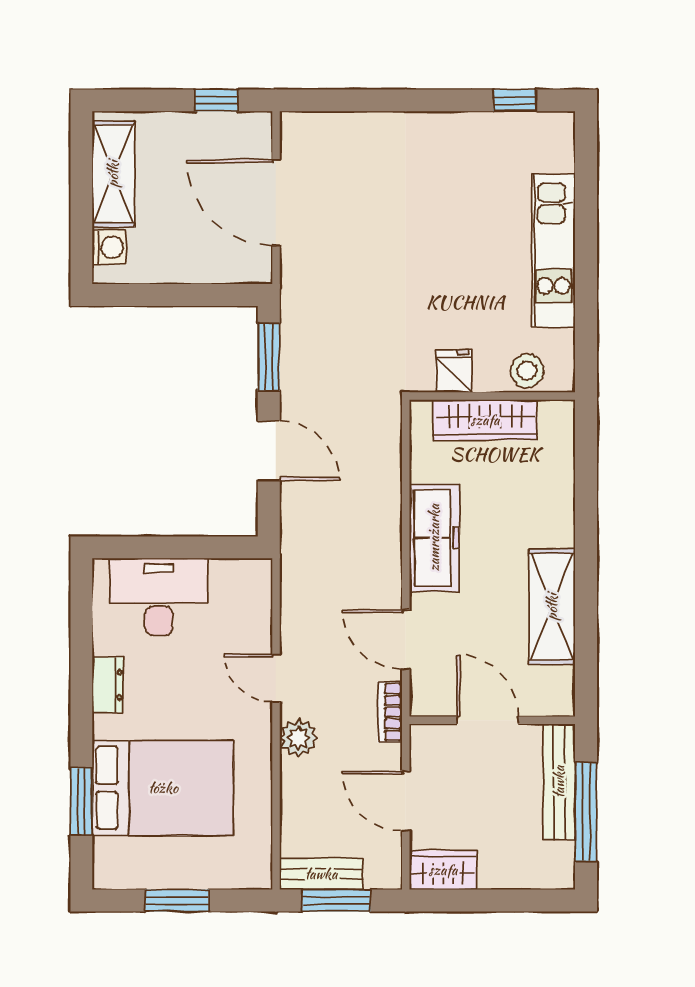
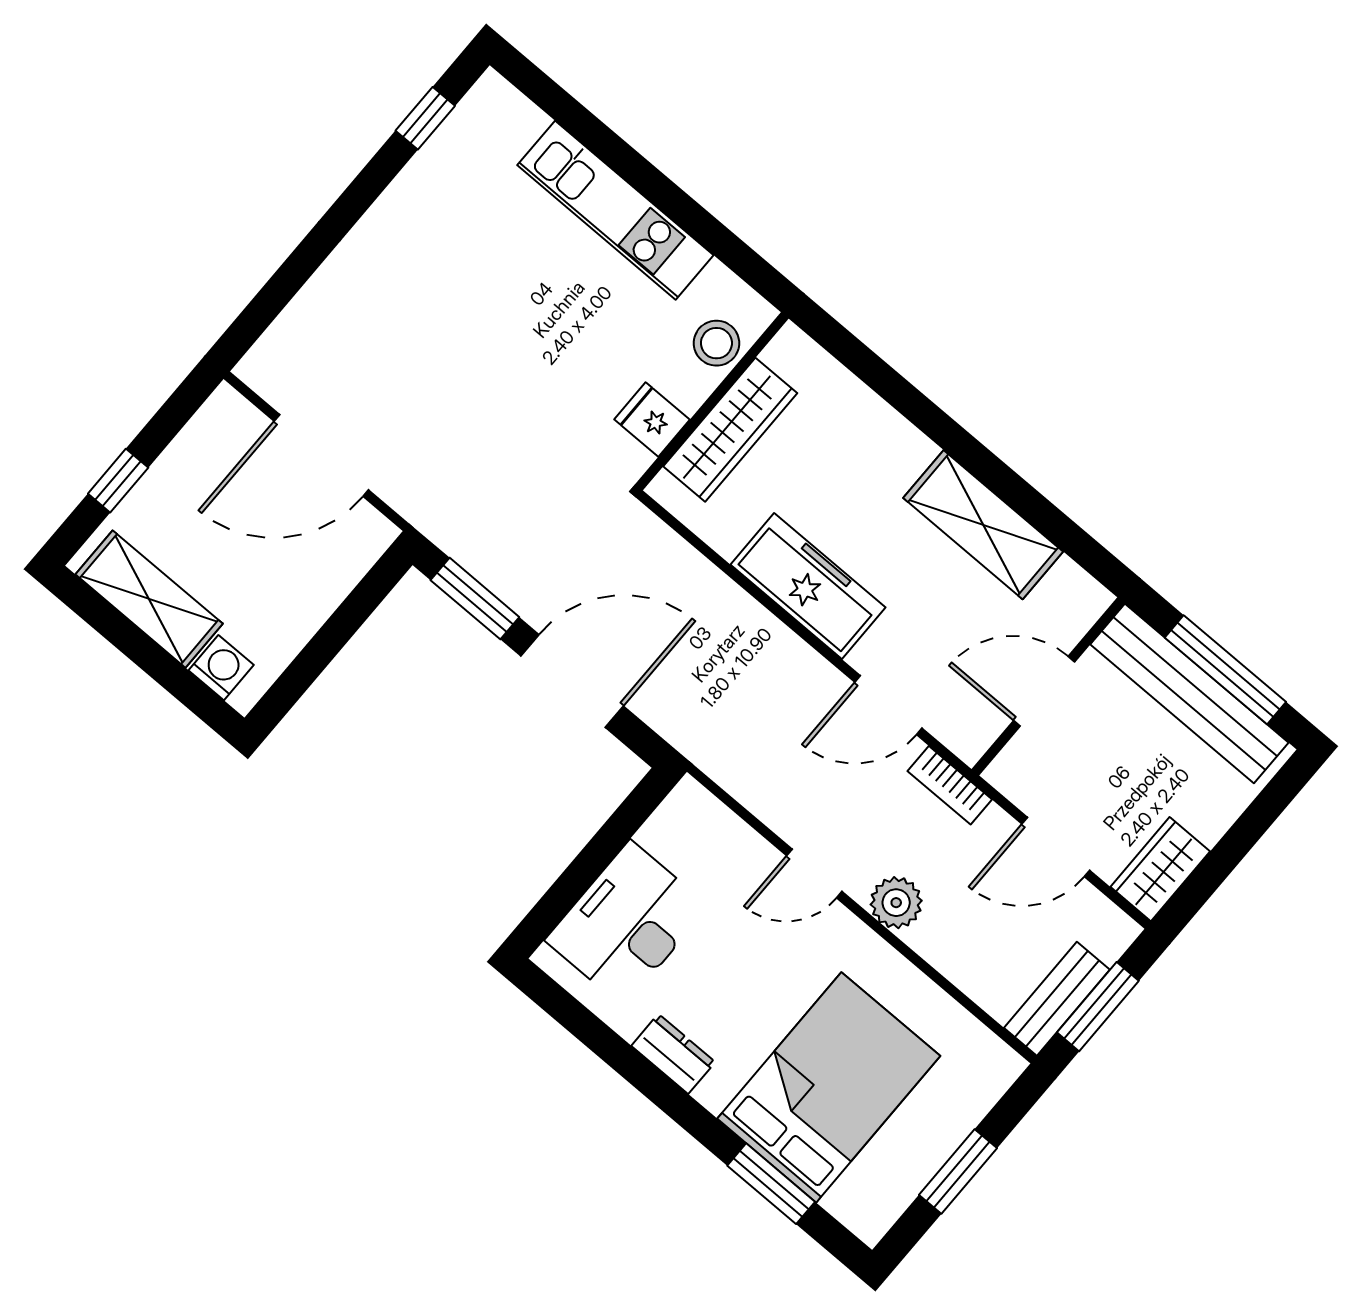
window: (217, 100) -> (118, 481), moved
door: (269, 451) -> (572, 681), width x1.36
bench: (559, 782) -> (1189, 694), width x1.37, depth x1.21

